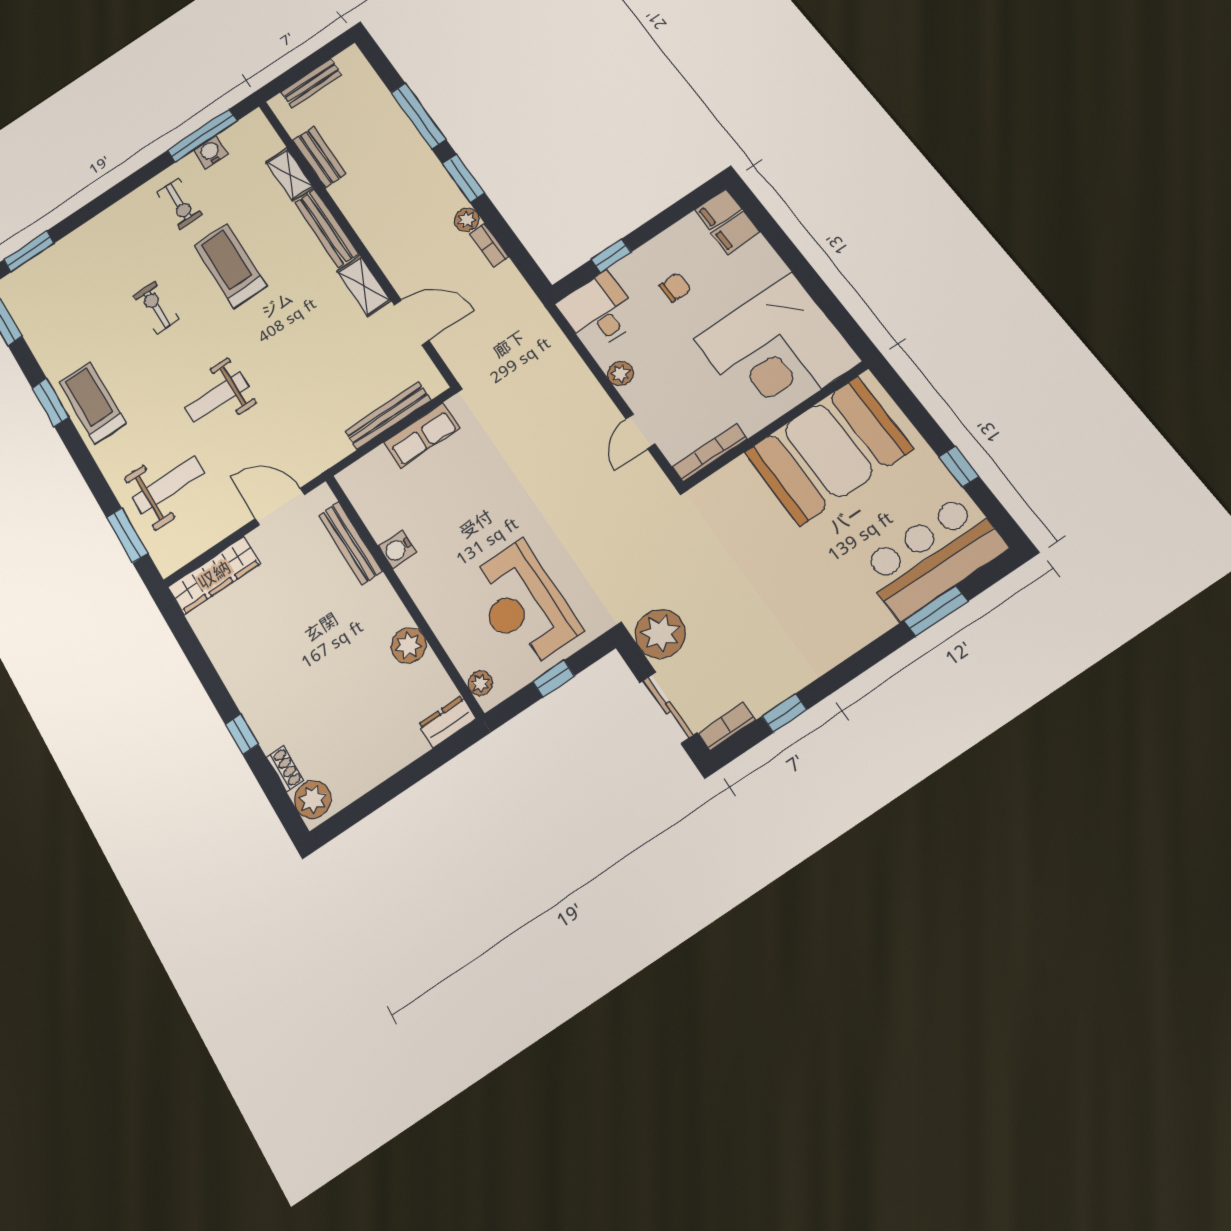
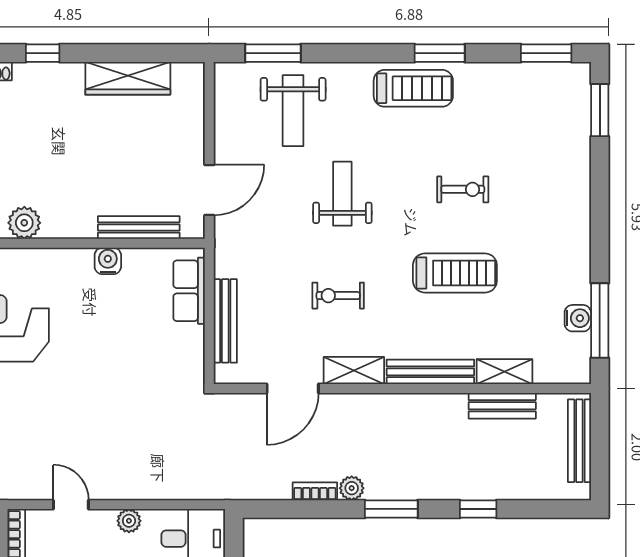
bench: (311, 83) -> (579, 441), width x1.36
window: (418, 116) -> (478, 509), width x0.46
exercise bike: (179, 203) -> (338, 296), moved
row of seats: (422, 435) -> (189, 291), moved
wardrobe: (214, 575) -> (128, 78), moved, turned -90

